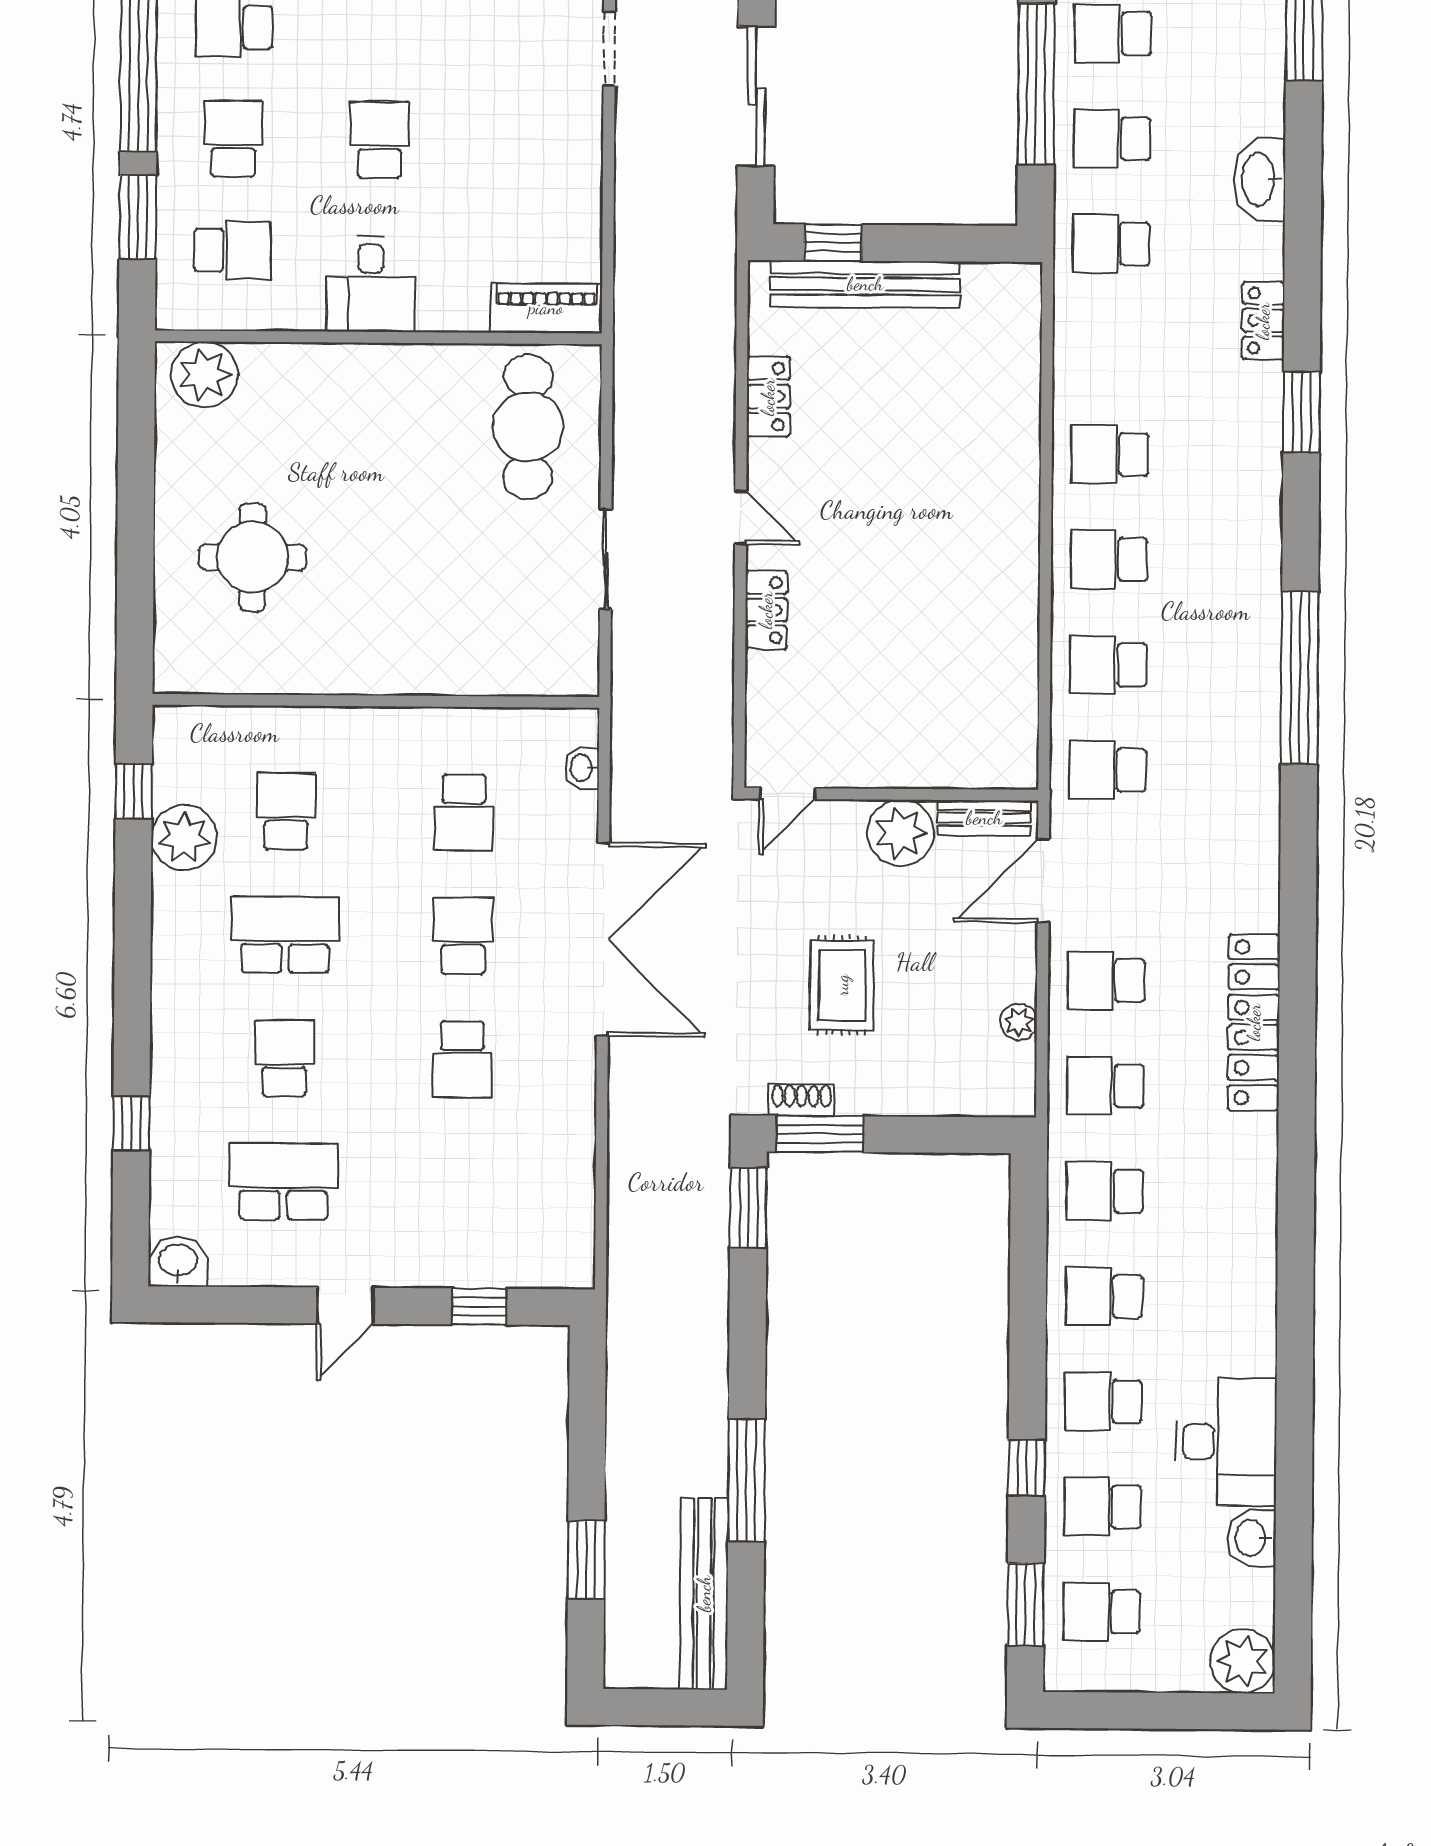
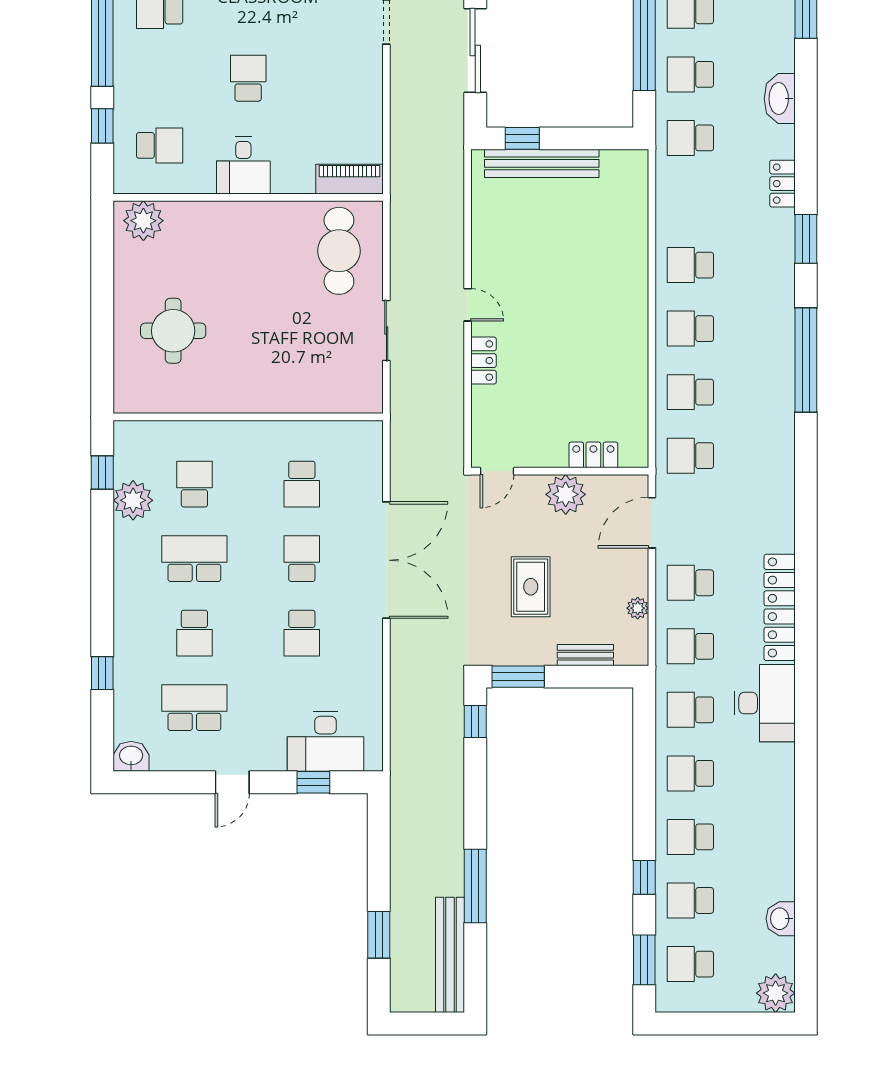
school desk: (233, 139) -> (160, 78), removed
window: (138, 217) -> (102, 126), width x0.67
locker: (768, 397) -> (593, 455), moved, turned -90
window: (1300, 678) -> (806, 360), moved
washbasin: (582, 768) -> (373, 457), removed
bench: (984, 818) -> (585, 655), moved
school desk: (284, 1058) -> (194, 633), turned 180
shoe rack: (802, 1100) -> (507, 656), removed
window: (748, 1208) -> (475, 721), width x0.67
desk: (500, 1239) -> (326, 741), added
desk: (1226, 1442) -> (765, 703), moved

